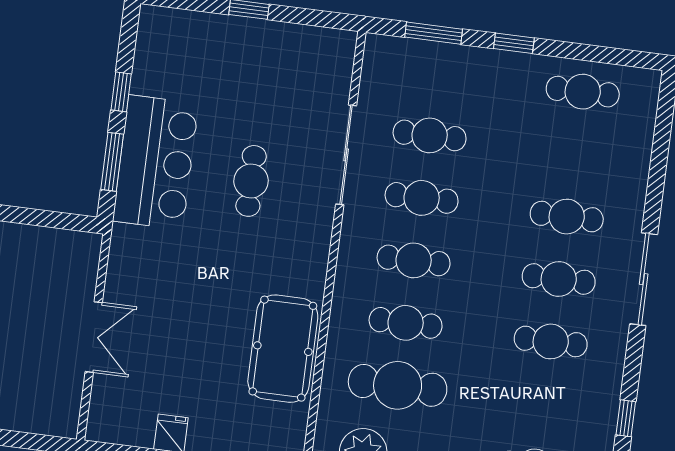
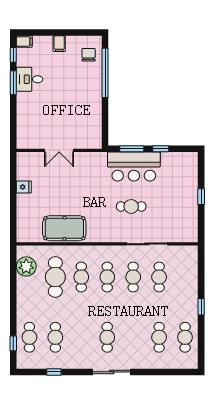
window: (434, 33) -> (201, 273), removed
cafe table: (567, 217) -> (159, 337), moved
cafe table: (551, 341) -> (55, 337), moved

